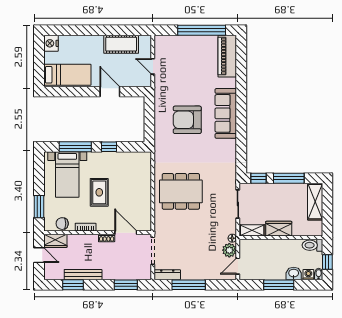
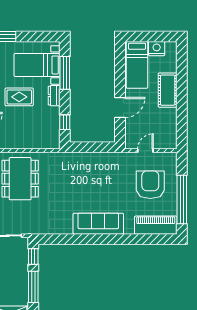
nightstand: (51, 43) -> (157, 49), moved
cot: (121, 44) -> (168, 90), moved
armchair: (187, 120) -> (150, 185), moved
window: (109, 147) -> (65, 122), moved
dresser: (98, 157) -> (54, 96), added

